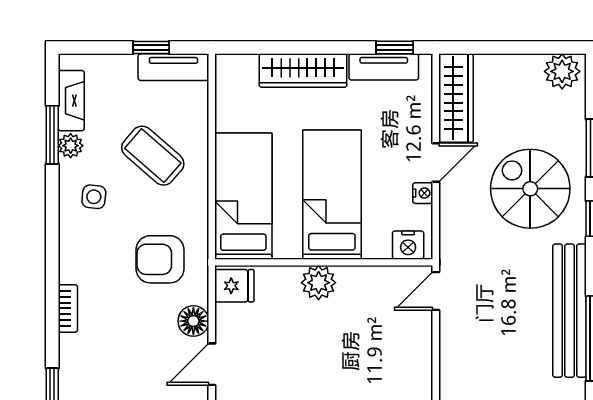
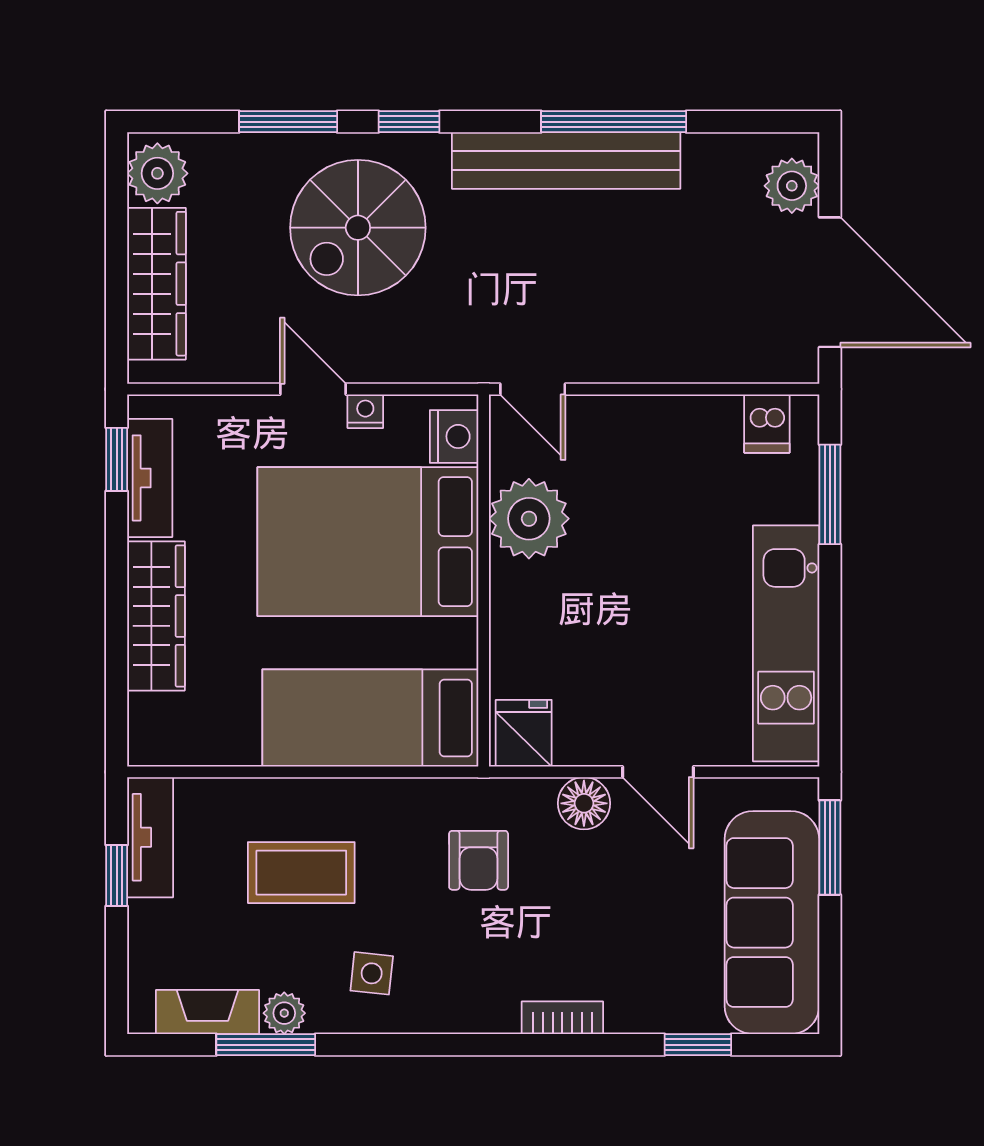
wardrobe: (456, 98) -> (156, 284), moved, turned 90
coffee table: (153, 156) -> (301, 873), turned 49
bed: (332, 195) -> (368, 542), width x1.50
armchair: (160, 259) -> (479, 860), width x0.72, depth x0.72
plant: (319, 283) -> (529, 519), moved, width x1.36, depth x1.36

